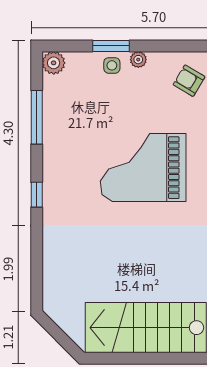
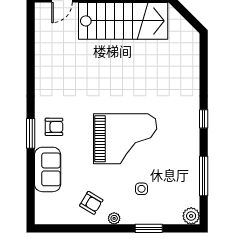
plant: (138, 60) -> (114, 218), moved
side table: (112, 65) -> (142, 189), moved

